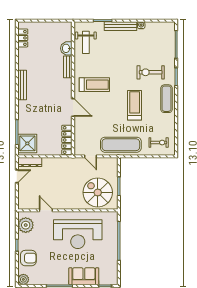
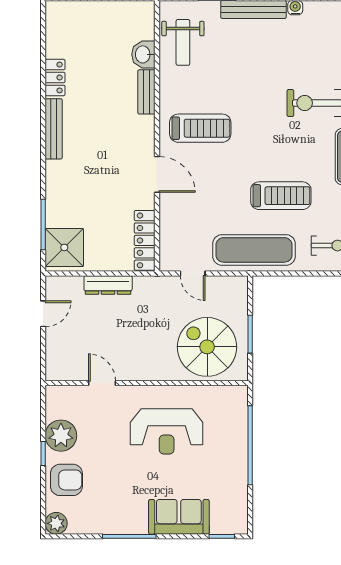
locker: (23, 38) -> (55, 77), moved
treadmill: (135, 105) -> (281, 196), moved, turned 90
dresser: (30, 162) -> (108, 285), moved
plant: (26, 225) -> (61, 436), moved
reception desk: (78, 234) -> (167, 431), width x0.74, depth x0.77

